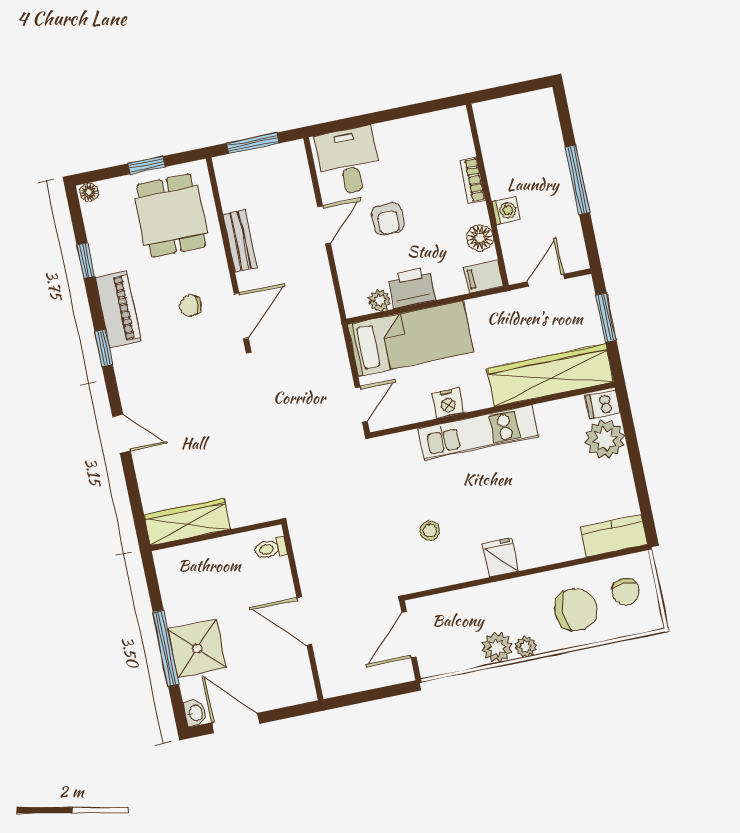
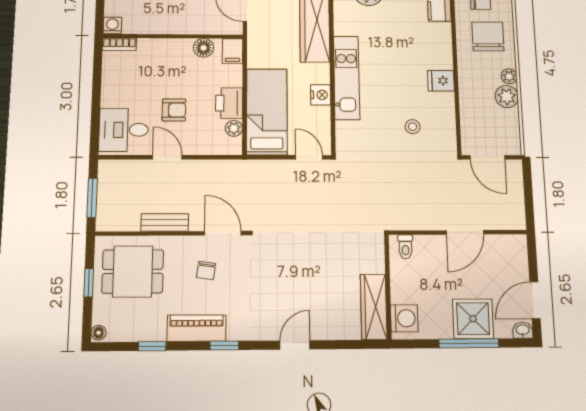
bookcase: (472, 180) -> (119, 44), moved
washing machine: (506, 211) -> (112, 26), moved
washing machine: (181, 563) -> (404, 318), added

